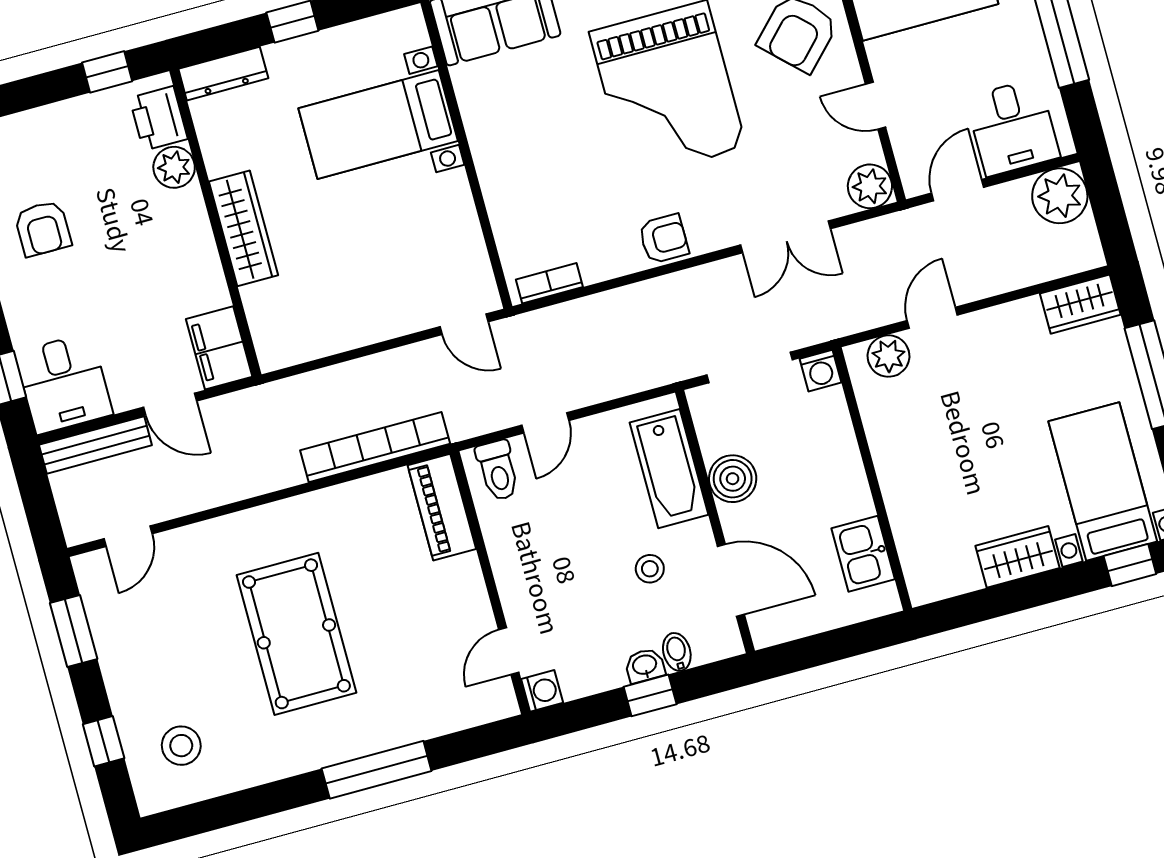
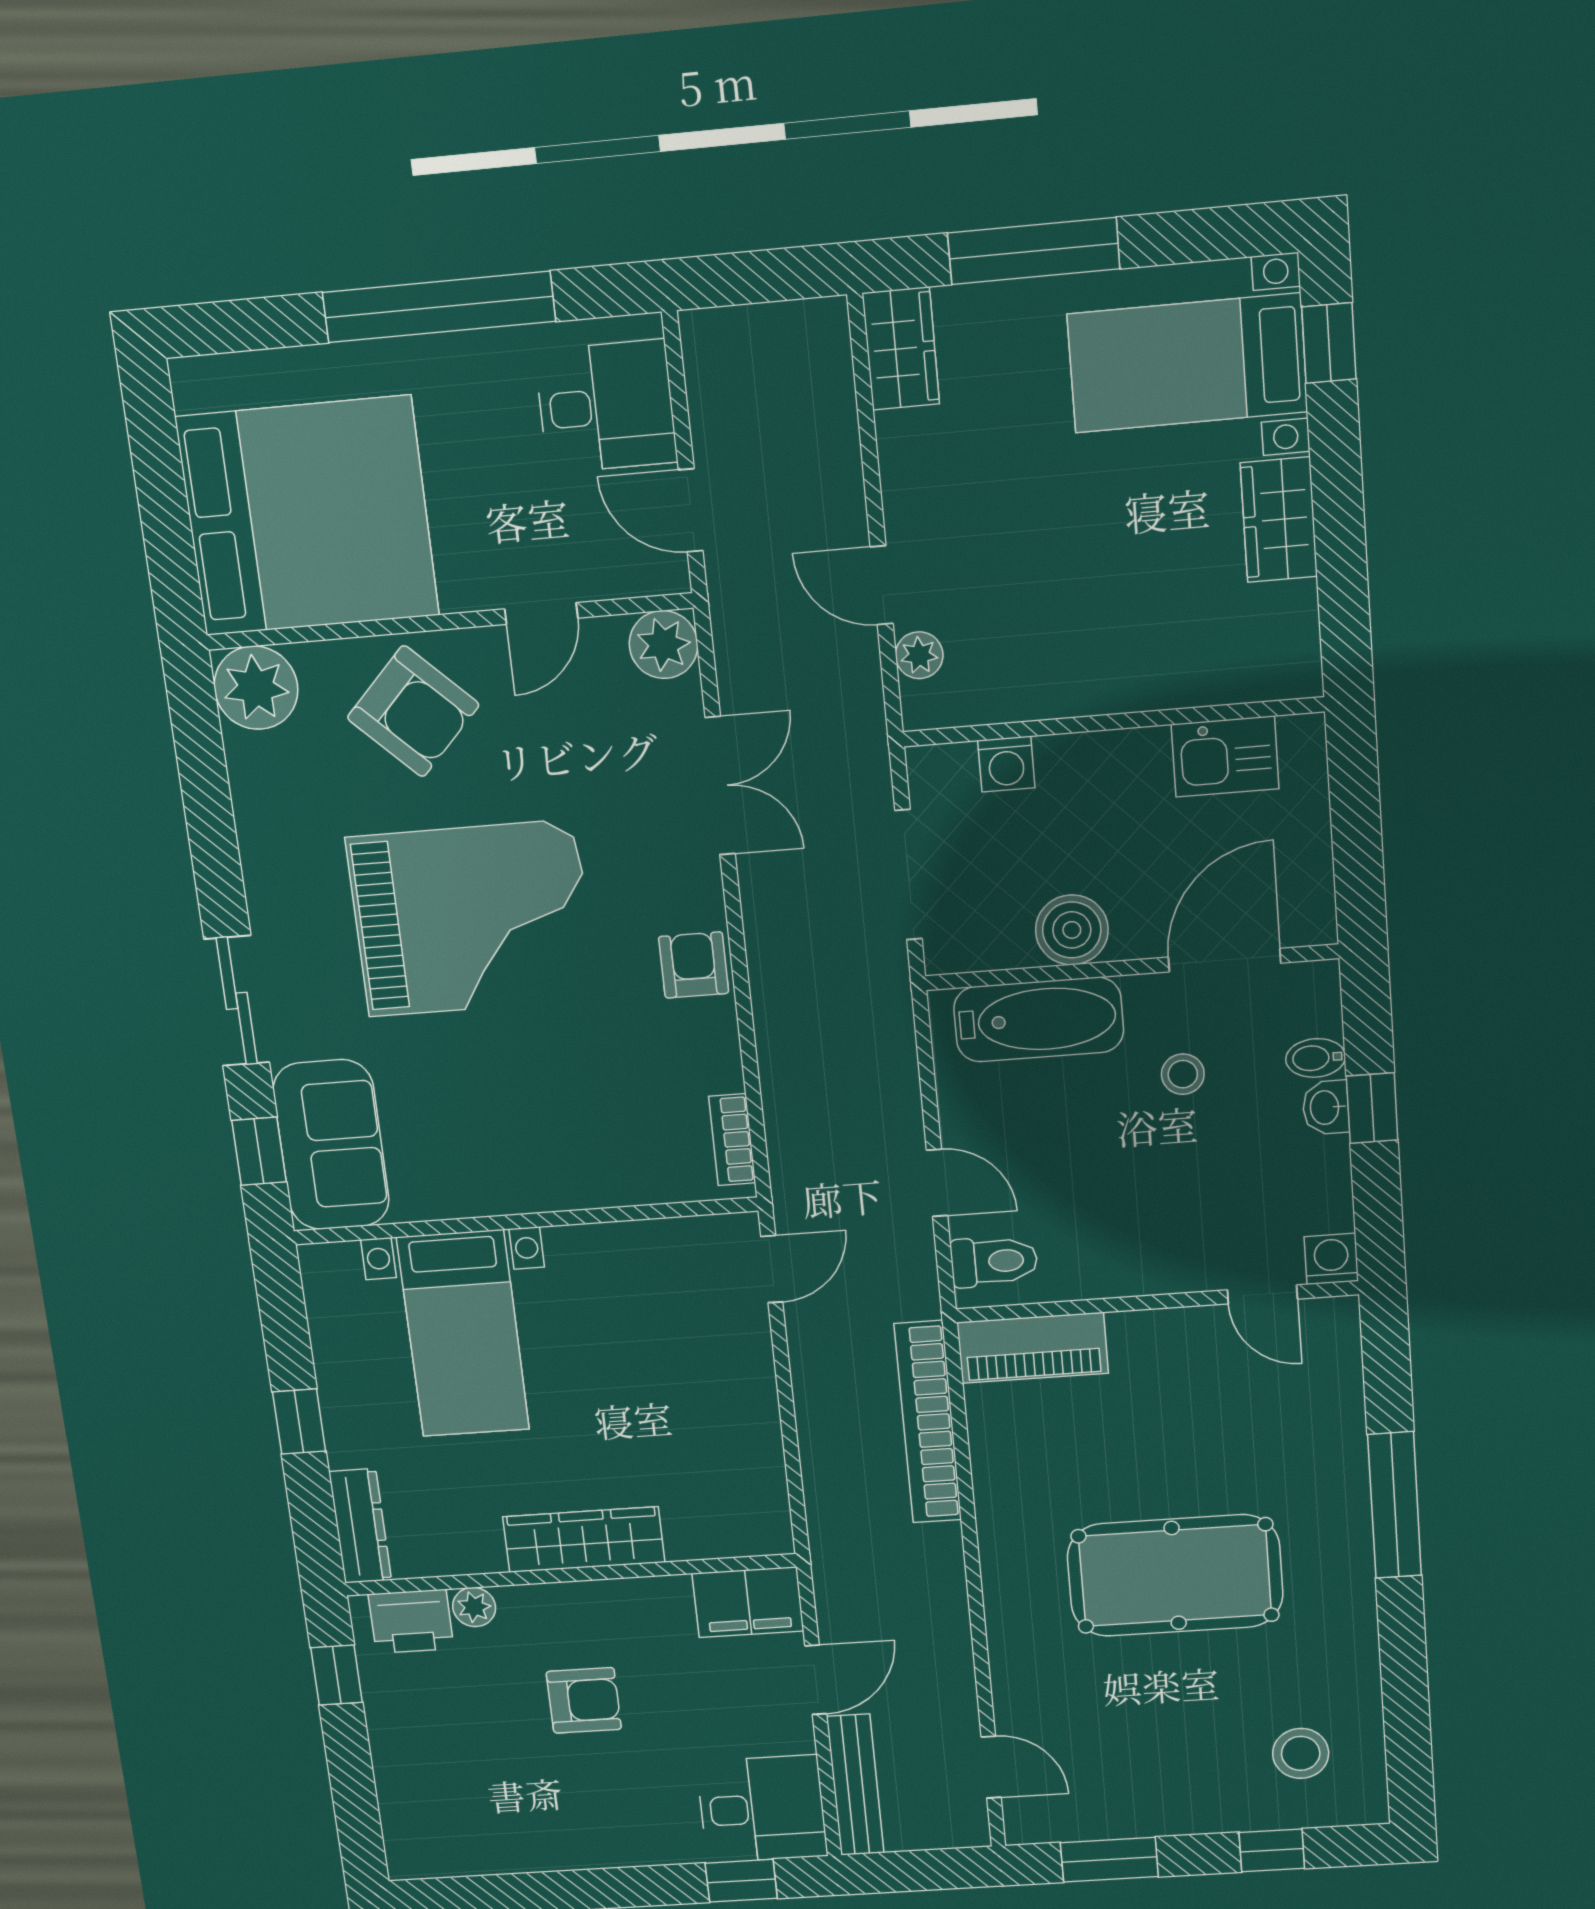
plant: (174, 167) -> (474, 1607), width x0.73, depth x0.73
plant: (1060, 196) -> (725, 351), removed
armchair: (43, 228) -> (584, 1700), moved
plant: (888, 356) -> (919, 655), width x0.73, depth x0.73
washing machine: (820, 371) -> (1006, 764), moved, turned 90

